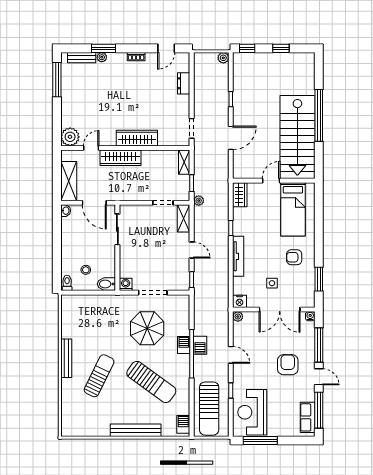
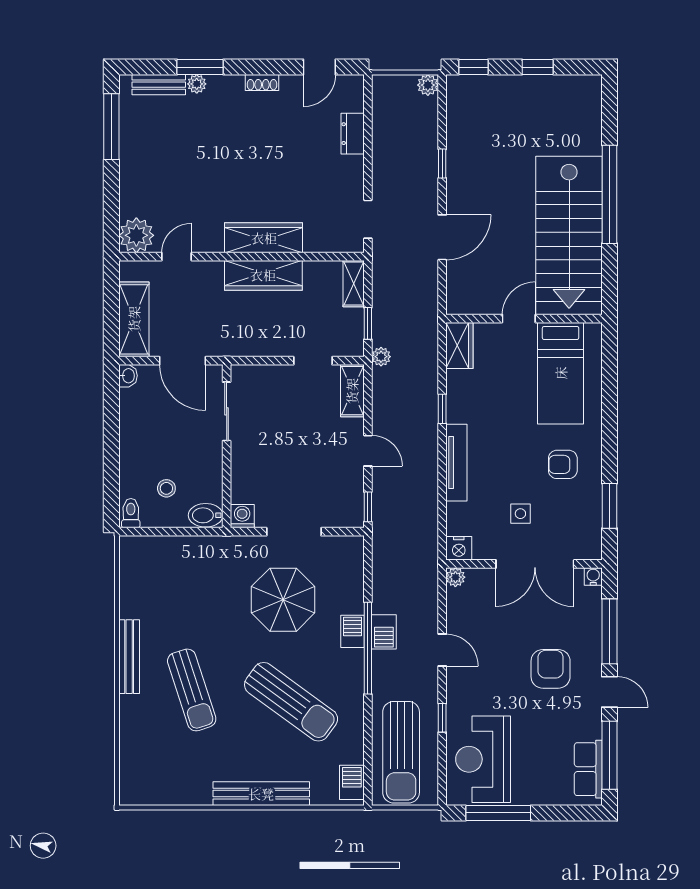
wardrobe: (120, 158) -> (263, 275), moved
sun lounger: (99, 376) -> (192, 690), turned 136

